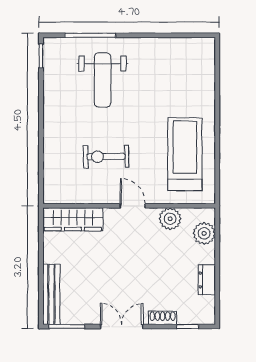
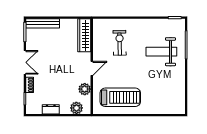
exercise bike: (106, 157) -> (120, 43), moved

